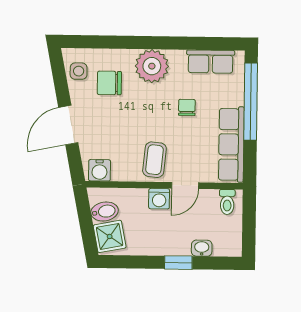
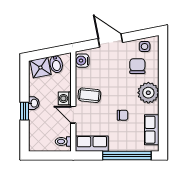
row of seats: (231, 144) -> (92, 144), width x0.68
washbasin: (202, 248) -> (34, 103), moved

